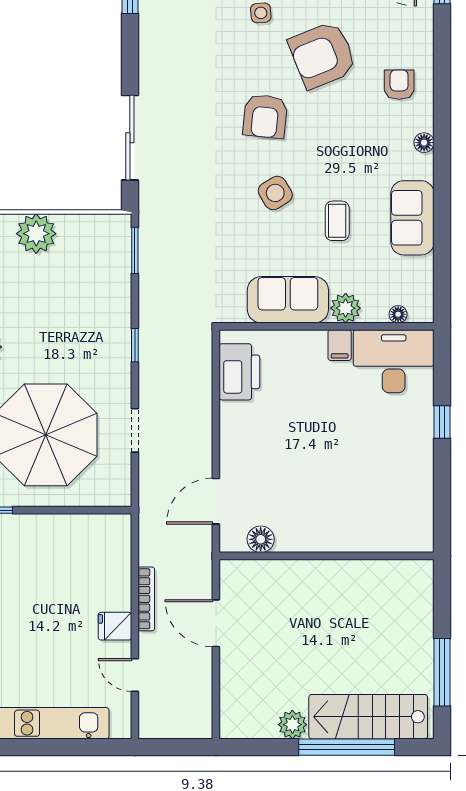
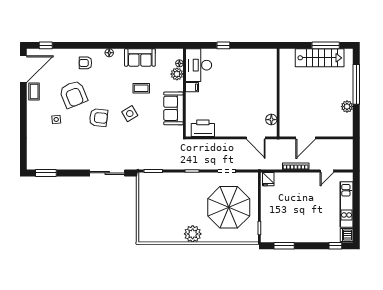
plant: (36, 234) -> (146, 211), removed
plant: (346, 308) -> (177, 74), moved
fridge: (115, 626) -> (268, 179), moved
stairs: (368, 717) -> (320, 58), moved, turned -90

